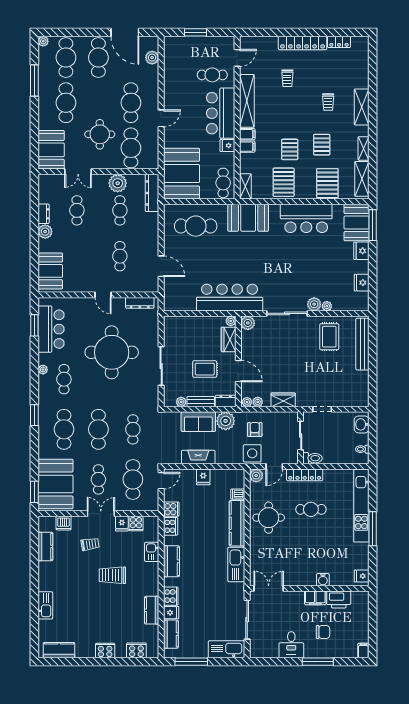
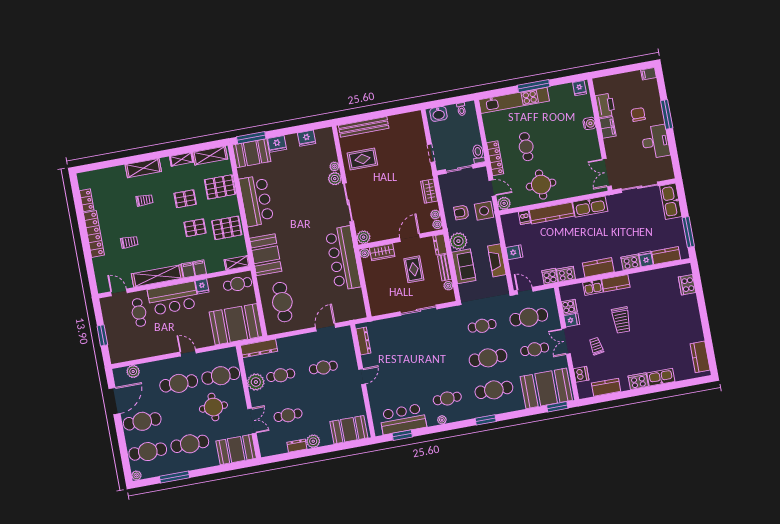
round table: (112, 352) -> (414, 359), removed
kitchen counter: (152, 610) -> (616, 283), moved
desk: (291, 645) -> (655, 142), width x1.37
cooker: (105, 651) -> (638, 381), moved, turned 90

